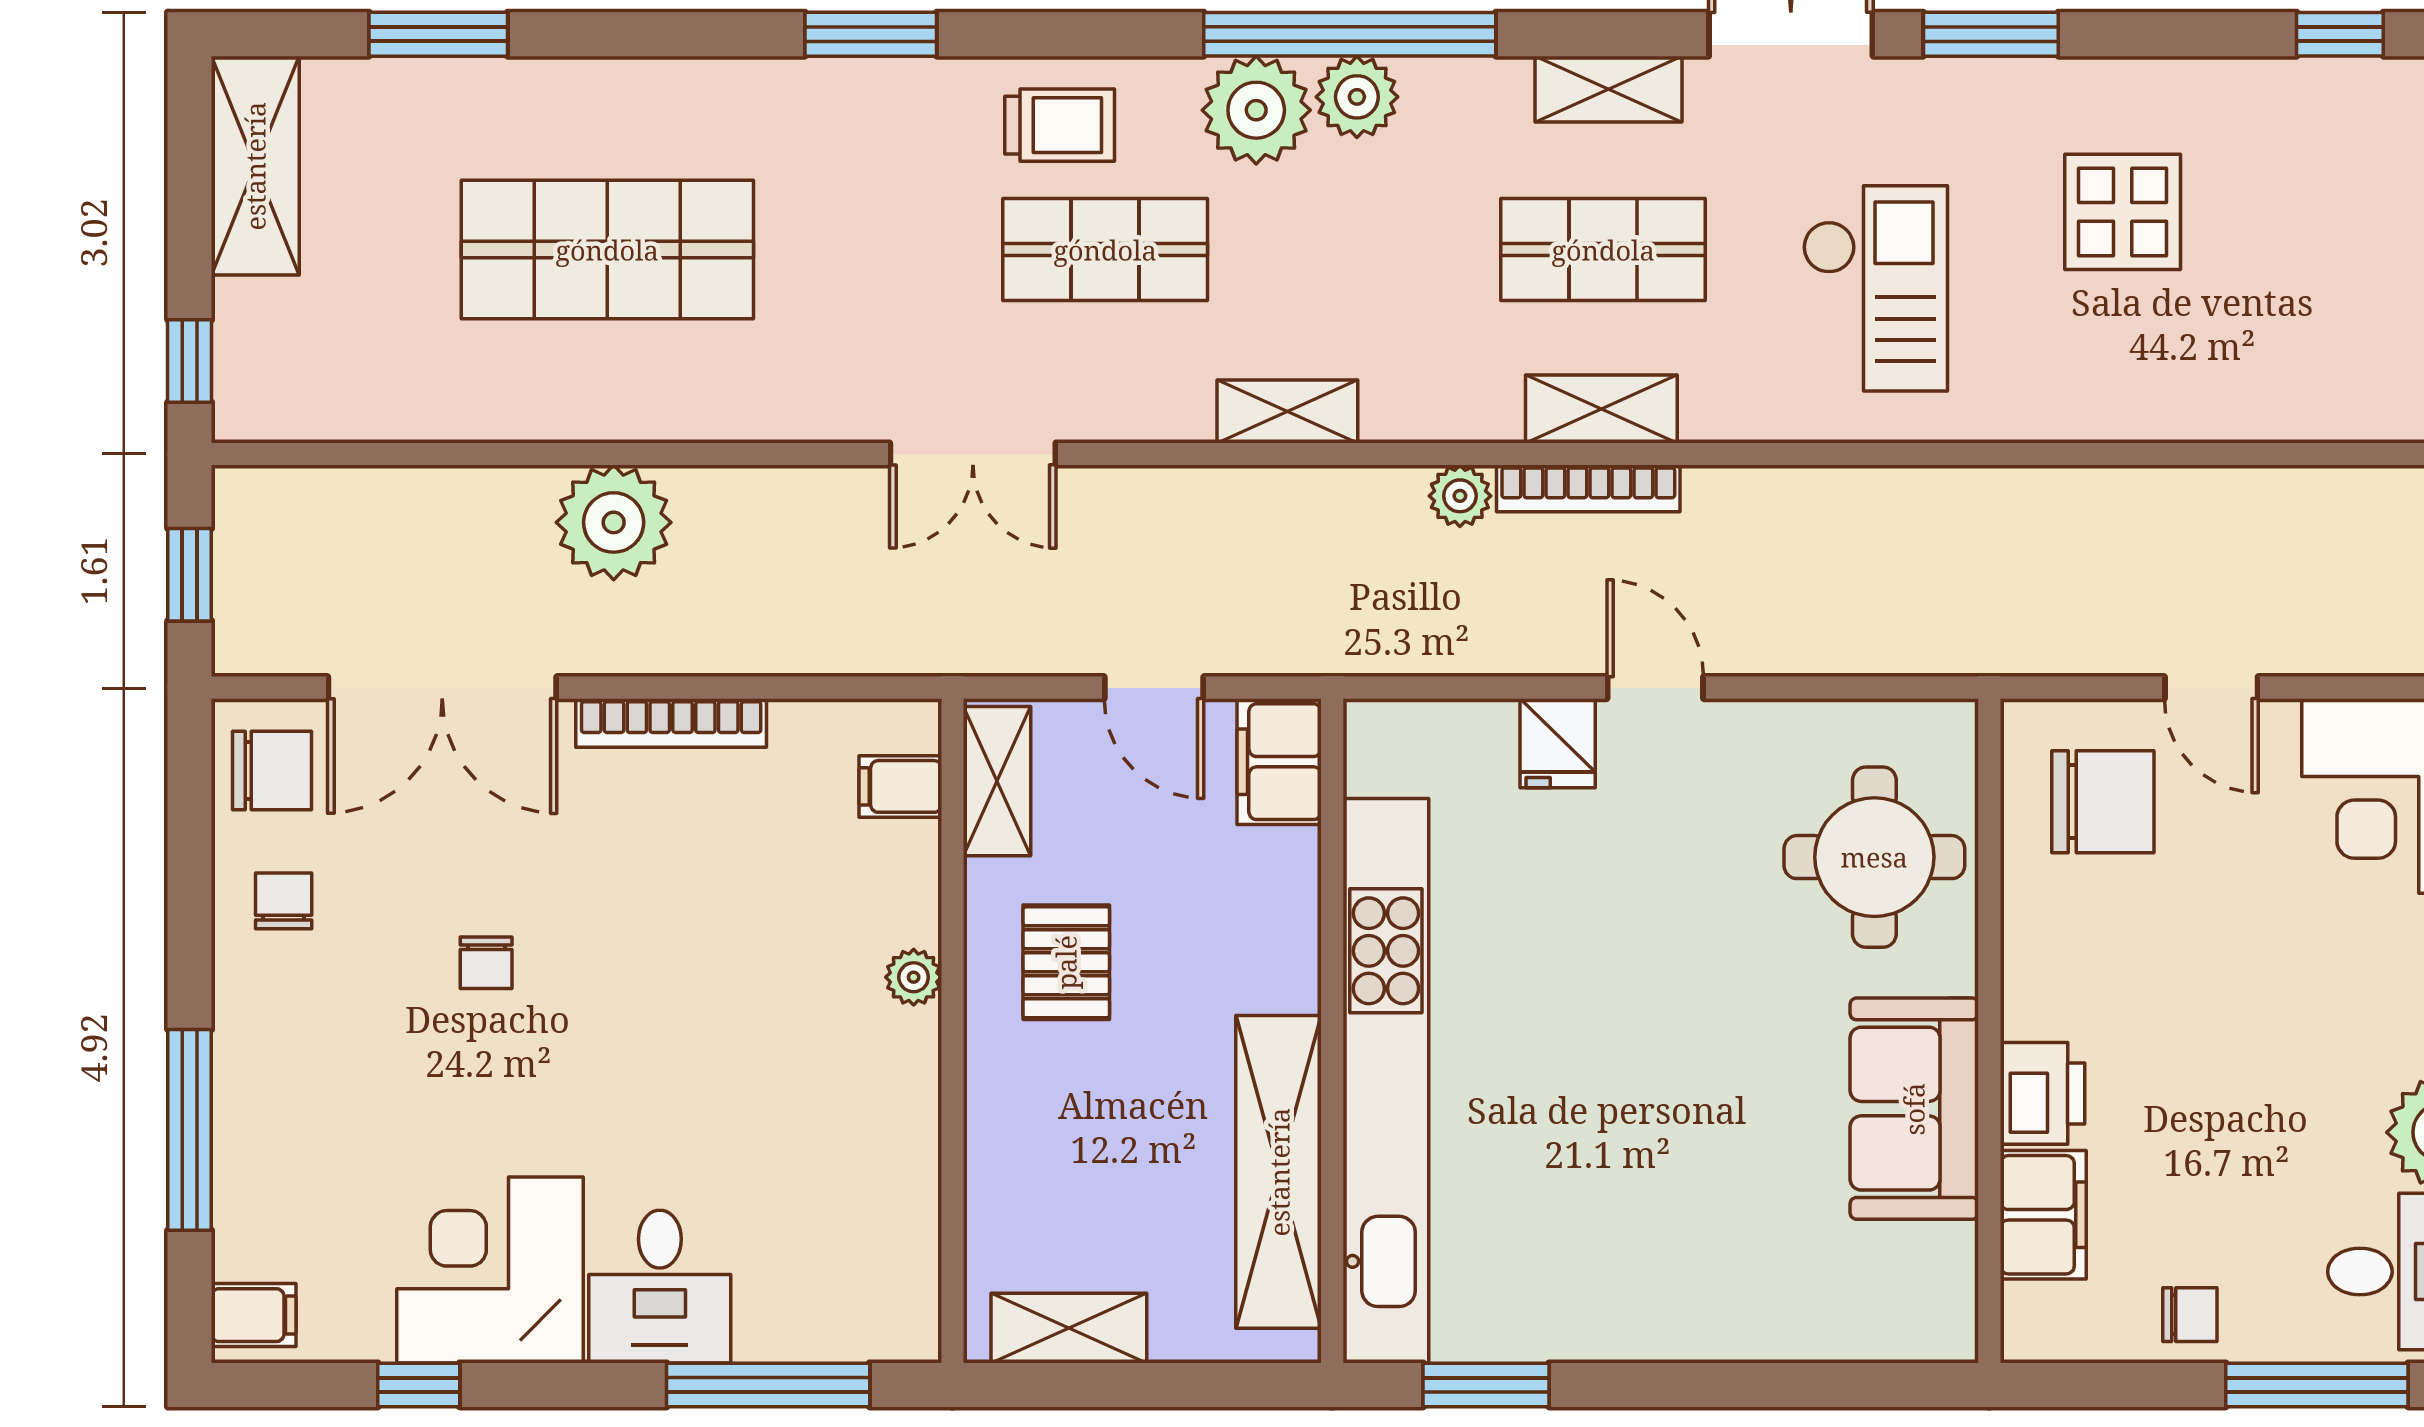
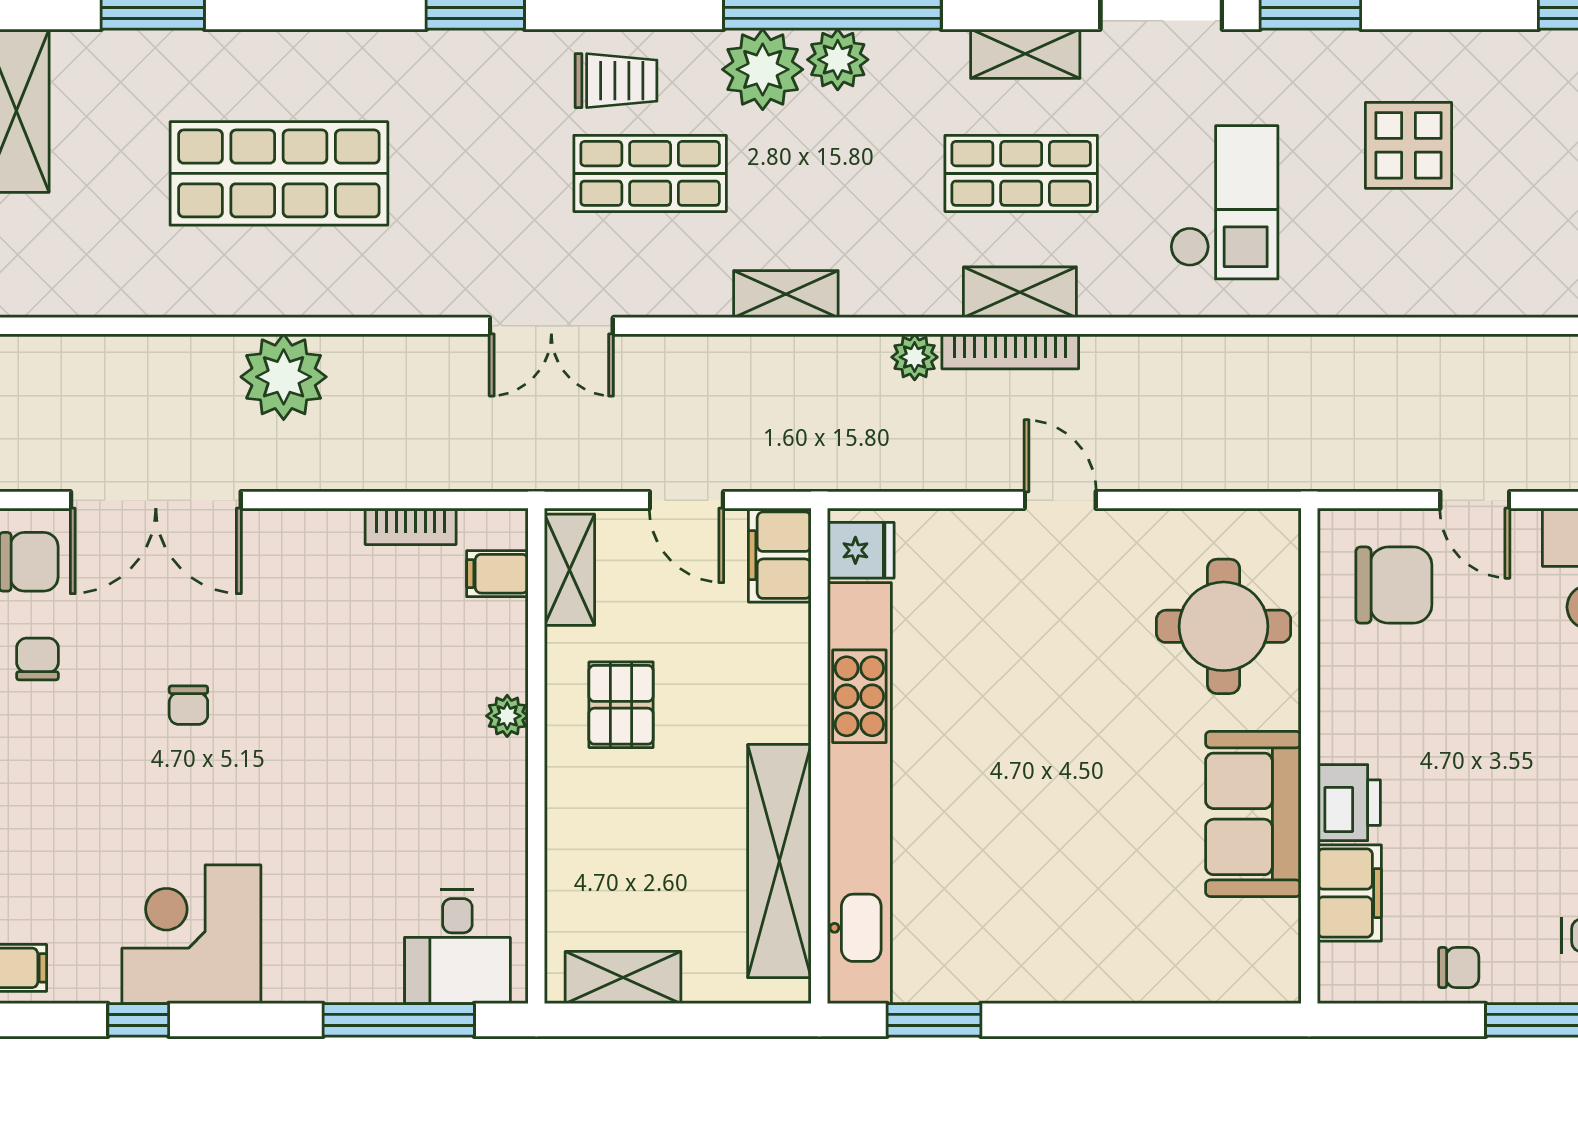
bookcase: (671, 723) -> (411, 526), moved, width x0.64
fridge: (1558, 743) -> (861, 550), moved, turned -90
desk: (660, 1287) -> (457, 947), moved

